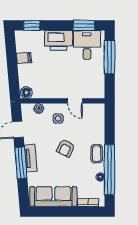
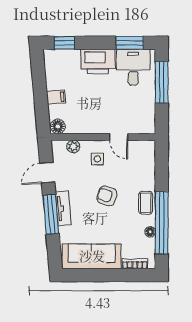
filing cabinet: (24, 58) -> (56, 97), moved
armchair: (66, 148) -> (107, 196), turned 82

